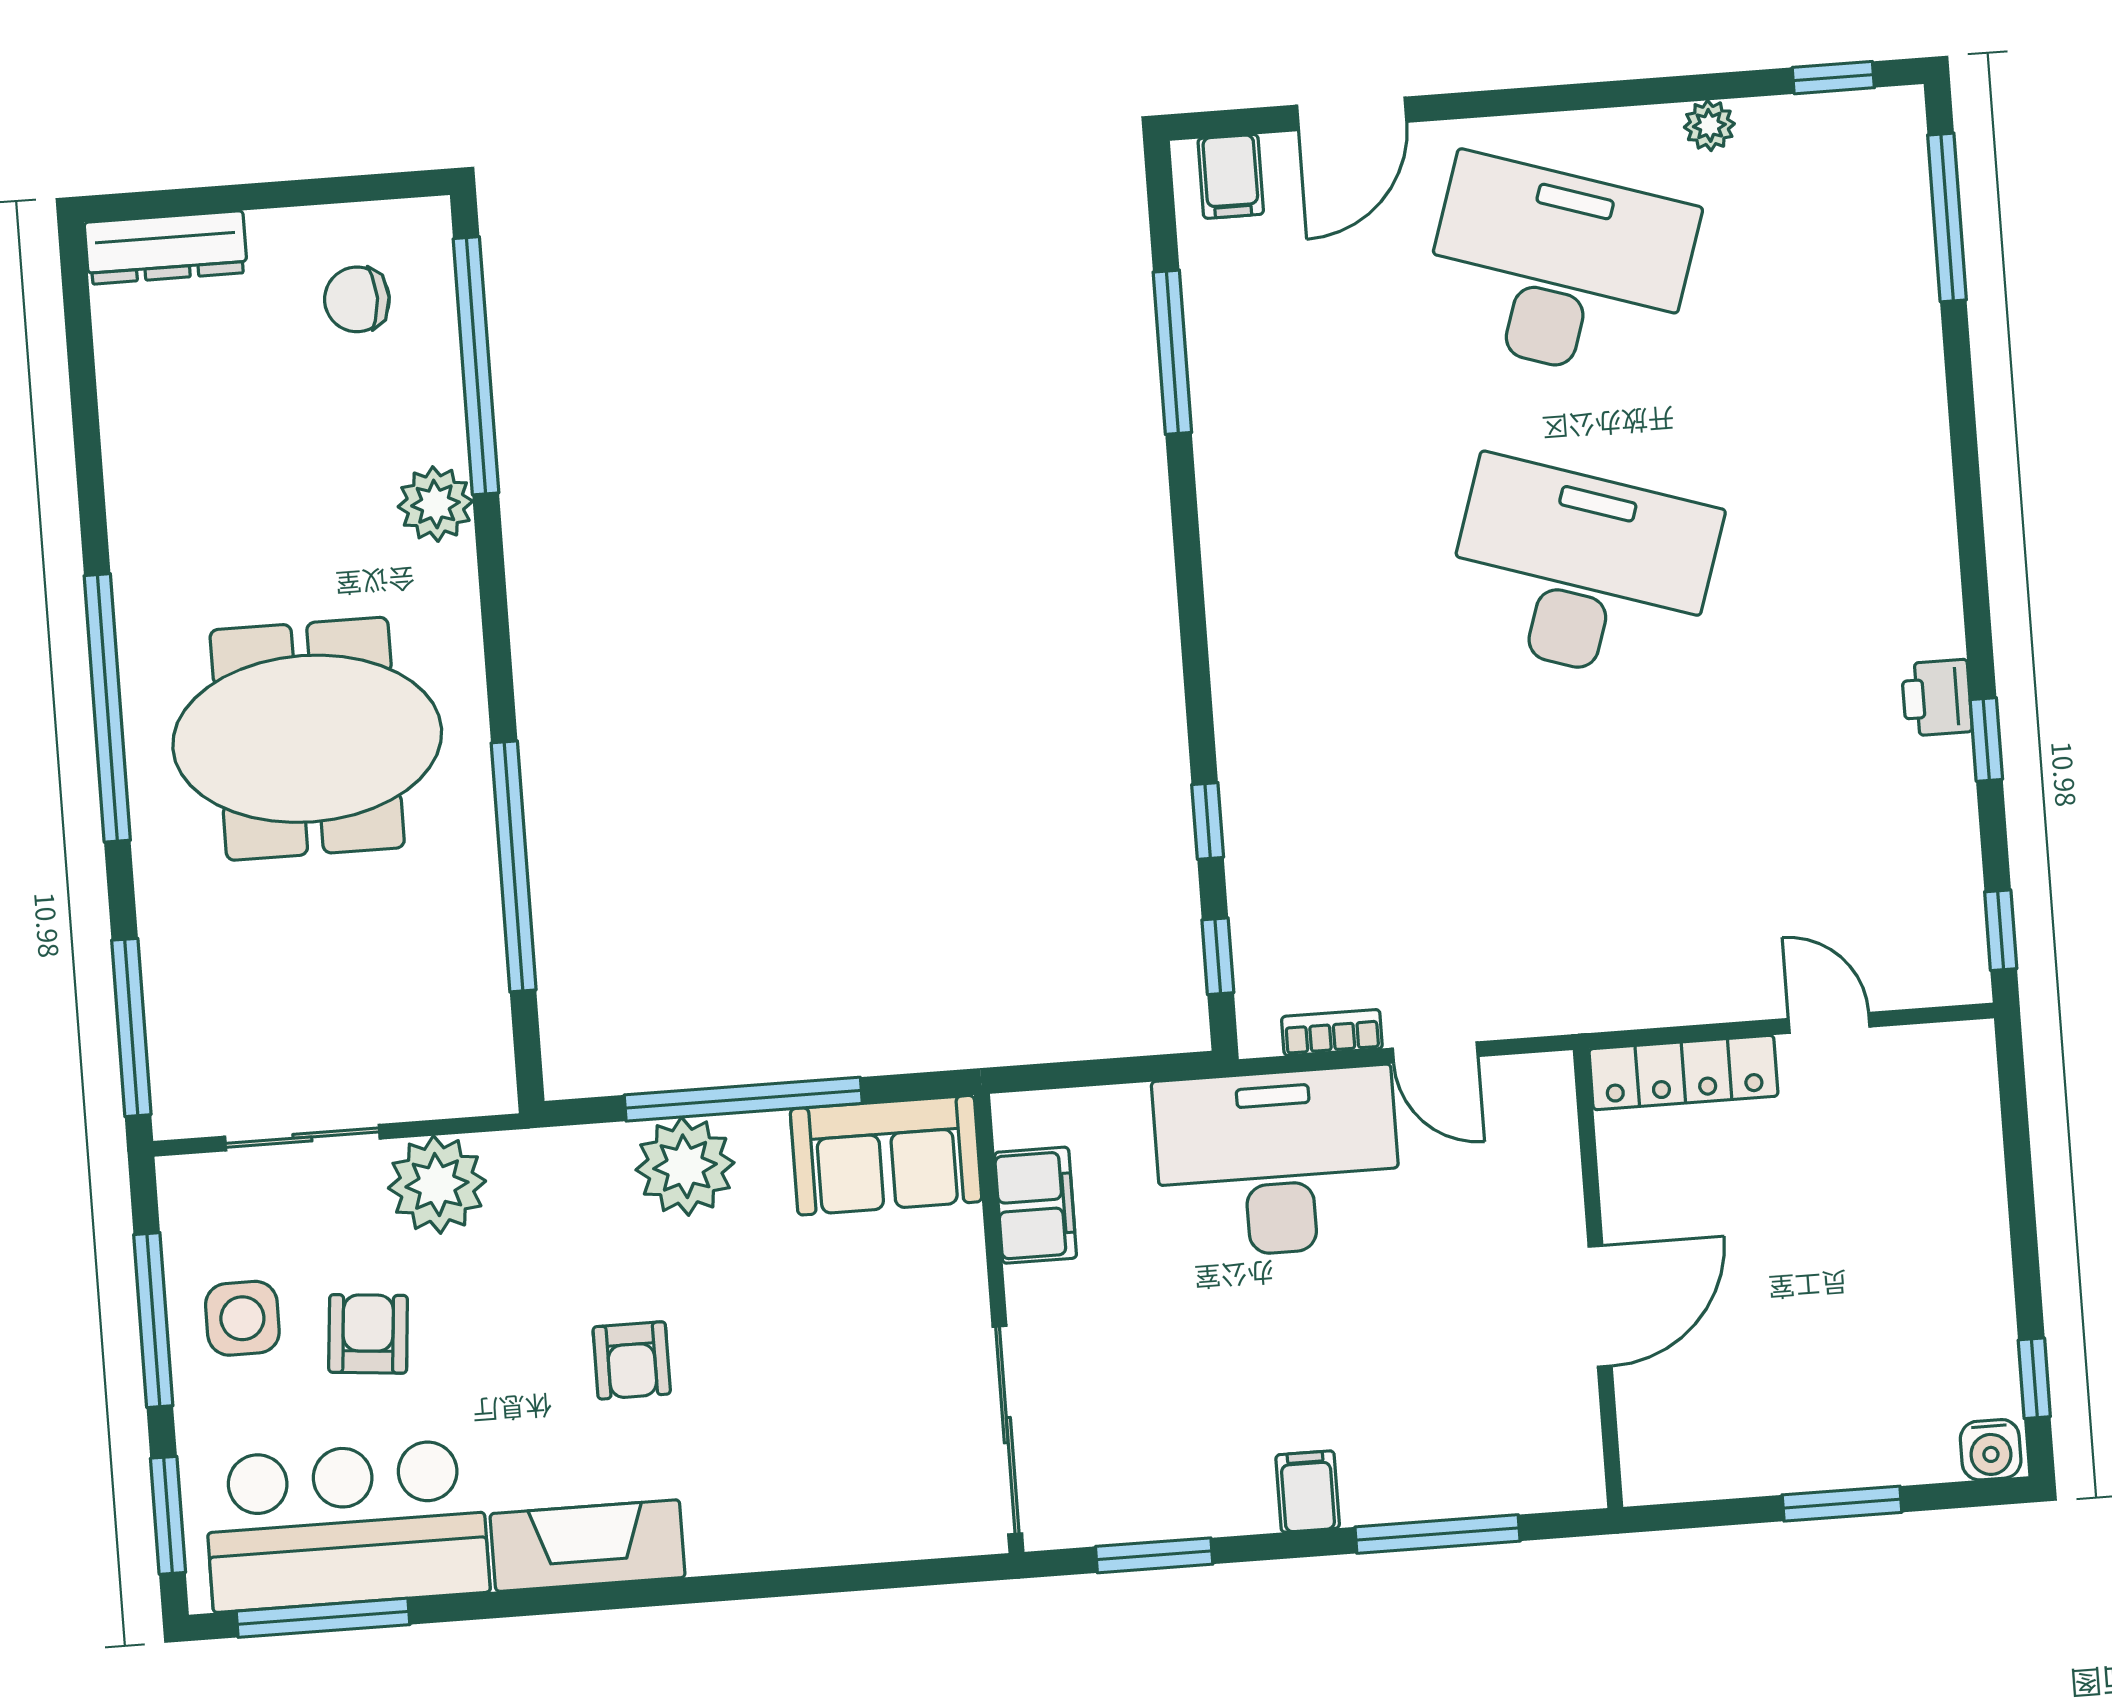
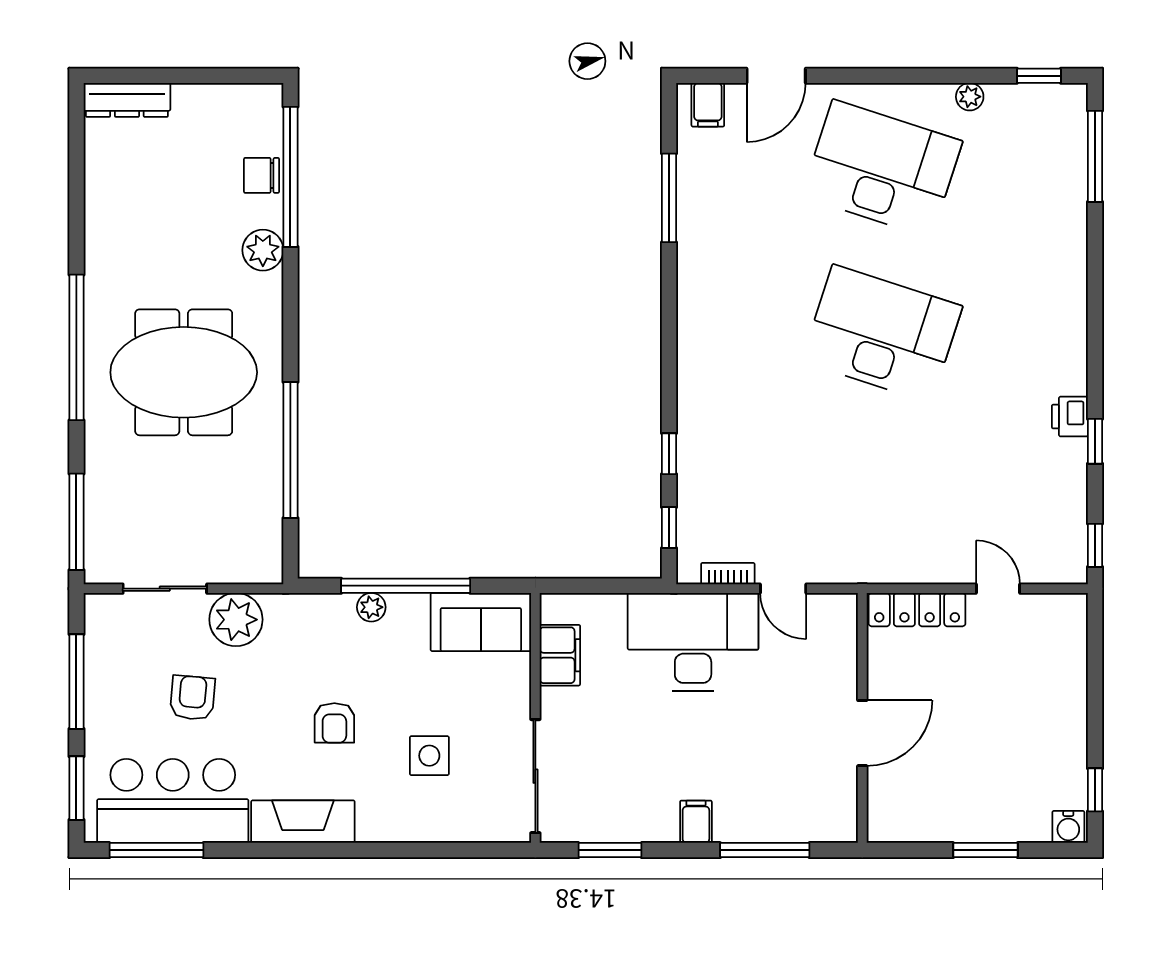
chair: (357, 299) -> (262, 175), moved
plant: (685, 1166) -> (371, 607), width x0.53, depth x0.53
side table: (242, 1318) -> (429, 756), moved

